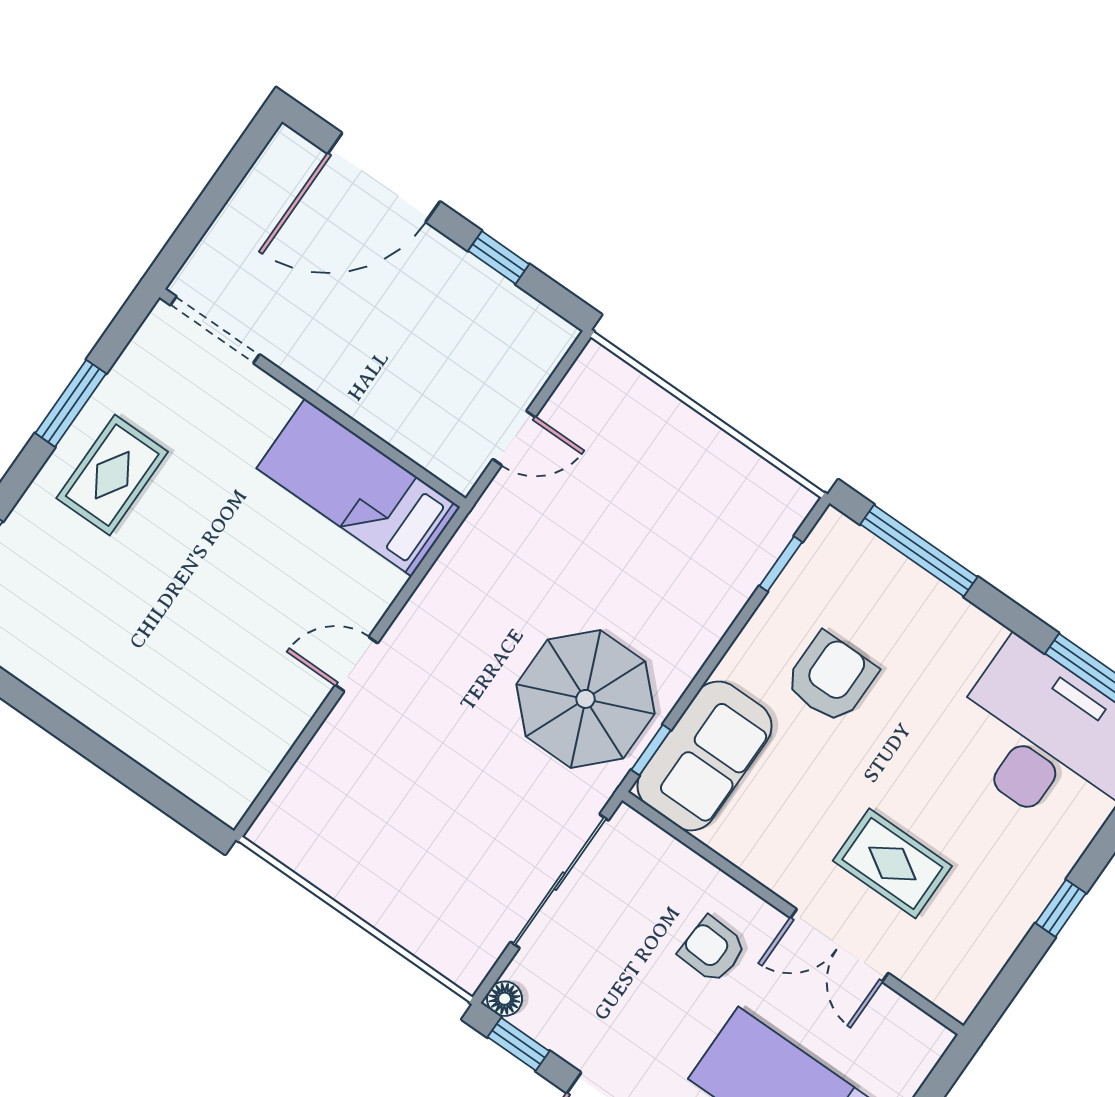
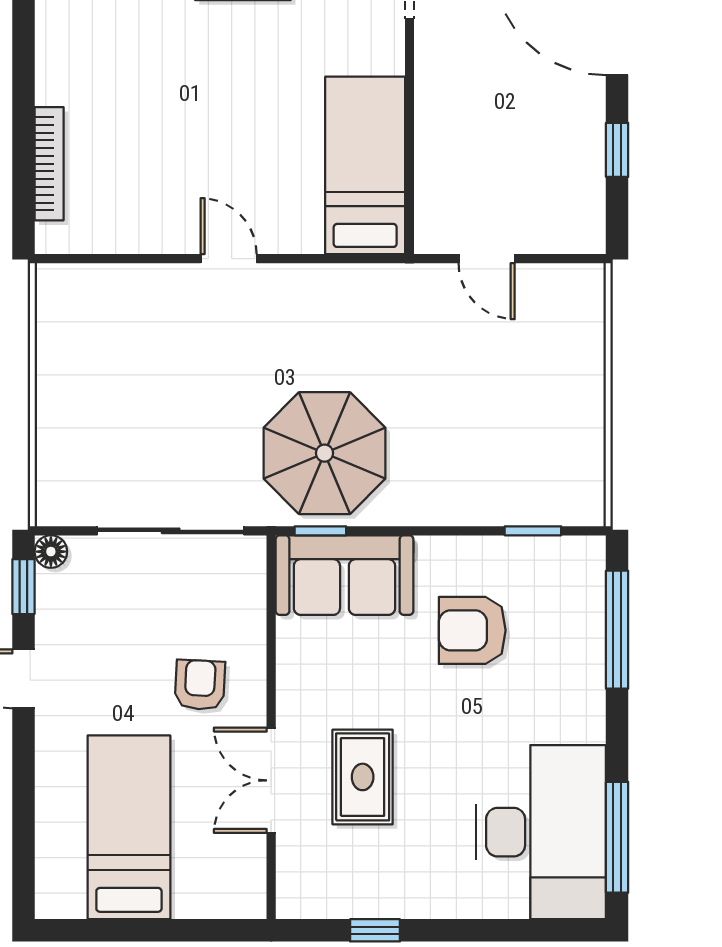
armchair: (831, 678) -> (472, 630), turned 180
bookcase: (164, 763) -> (49, 164), added
window: (1061, 908) -> (375, 930), moved

